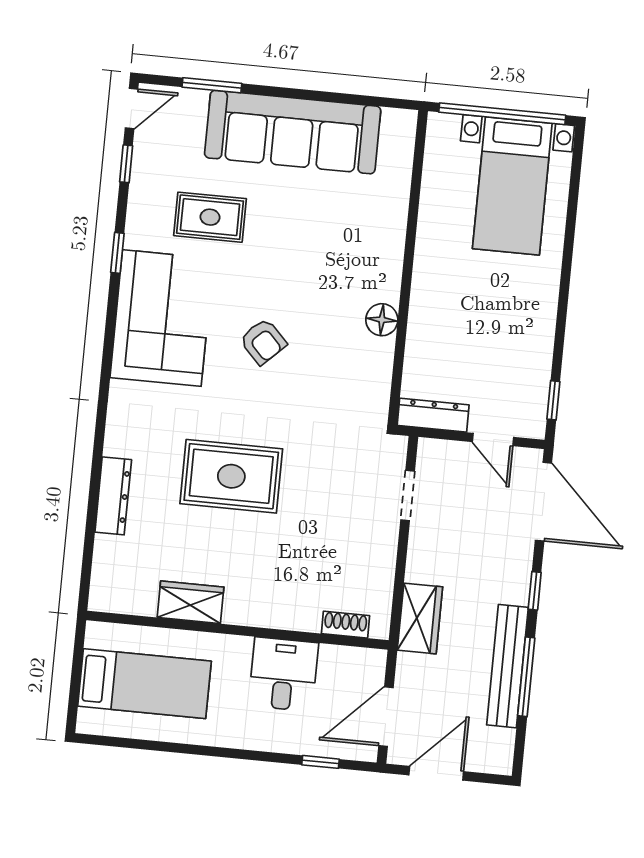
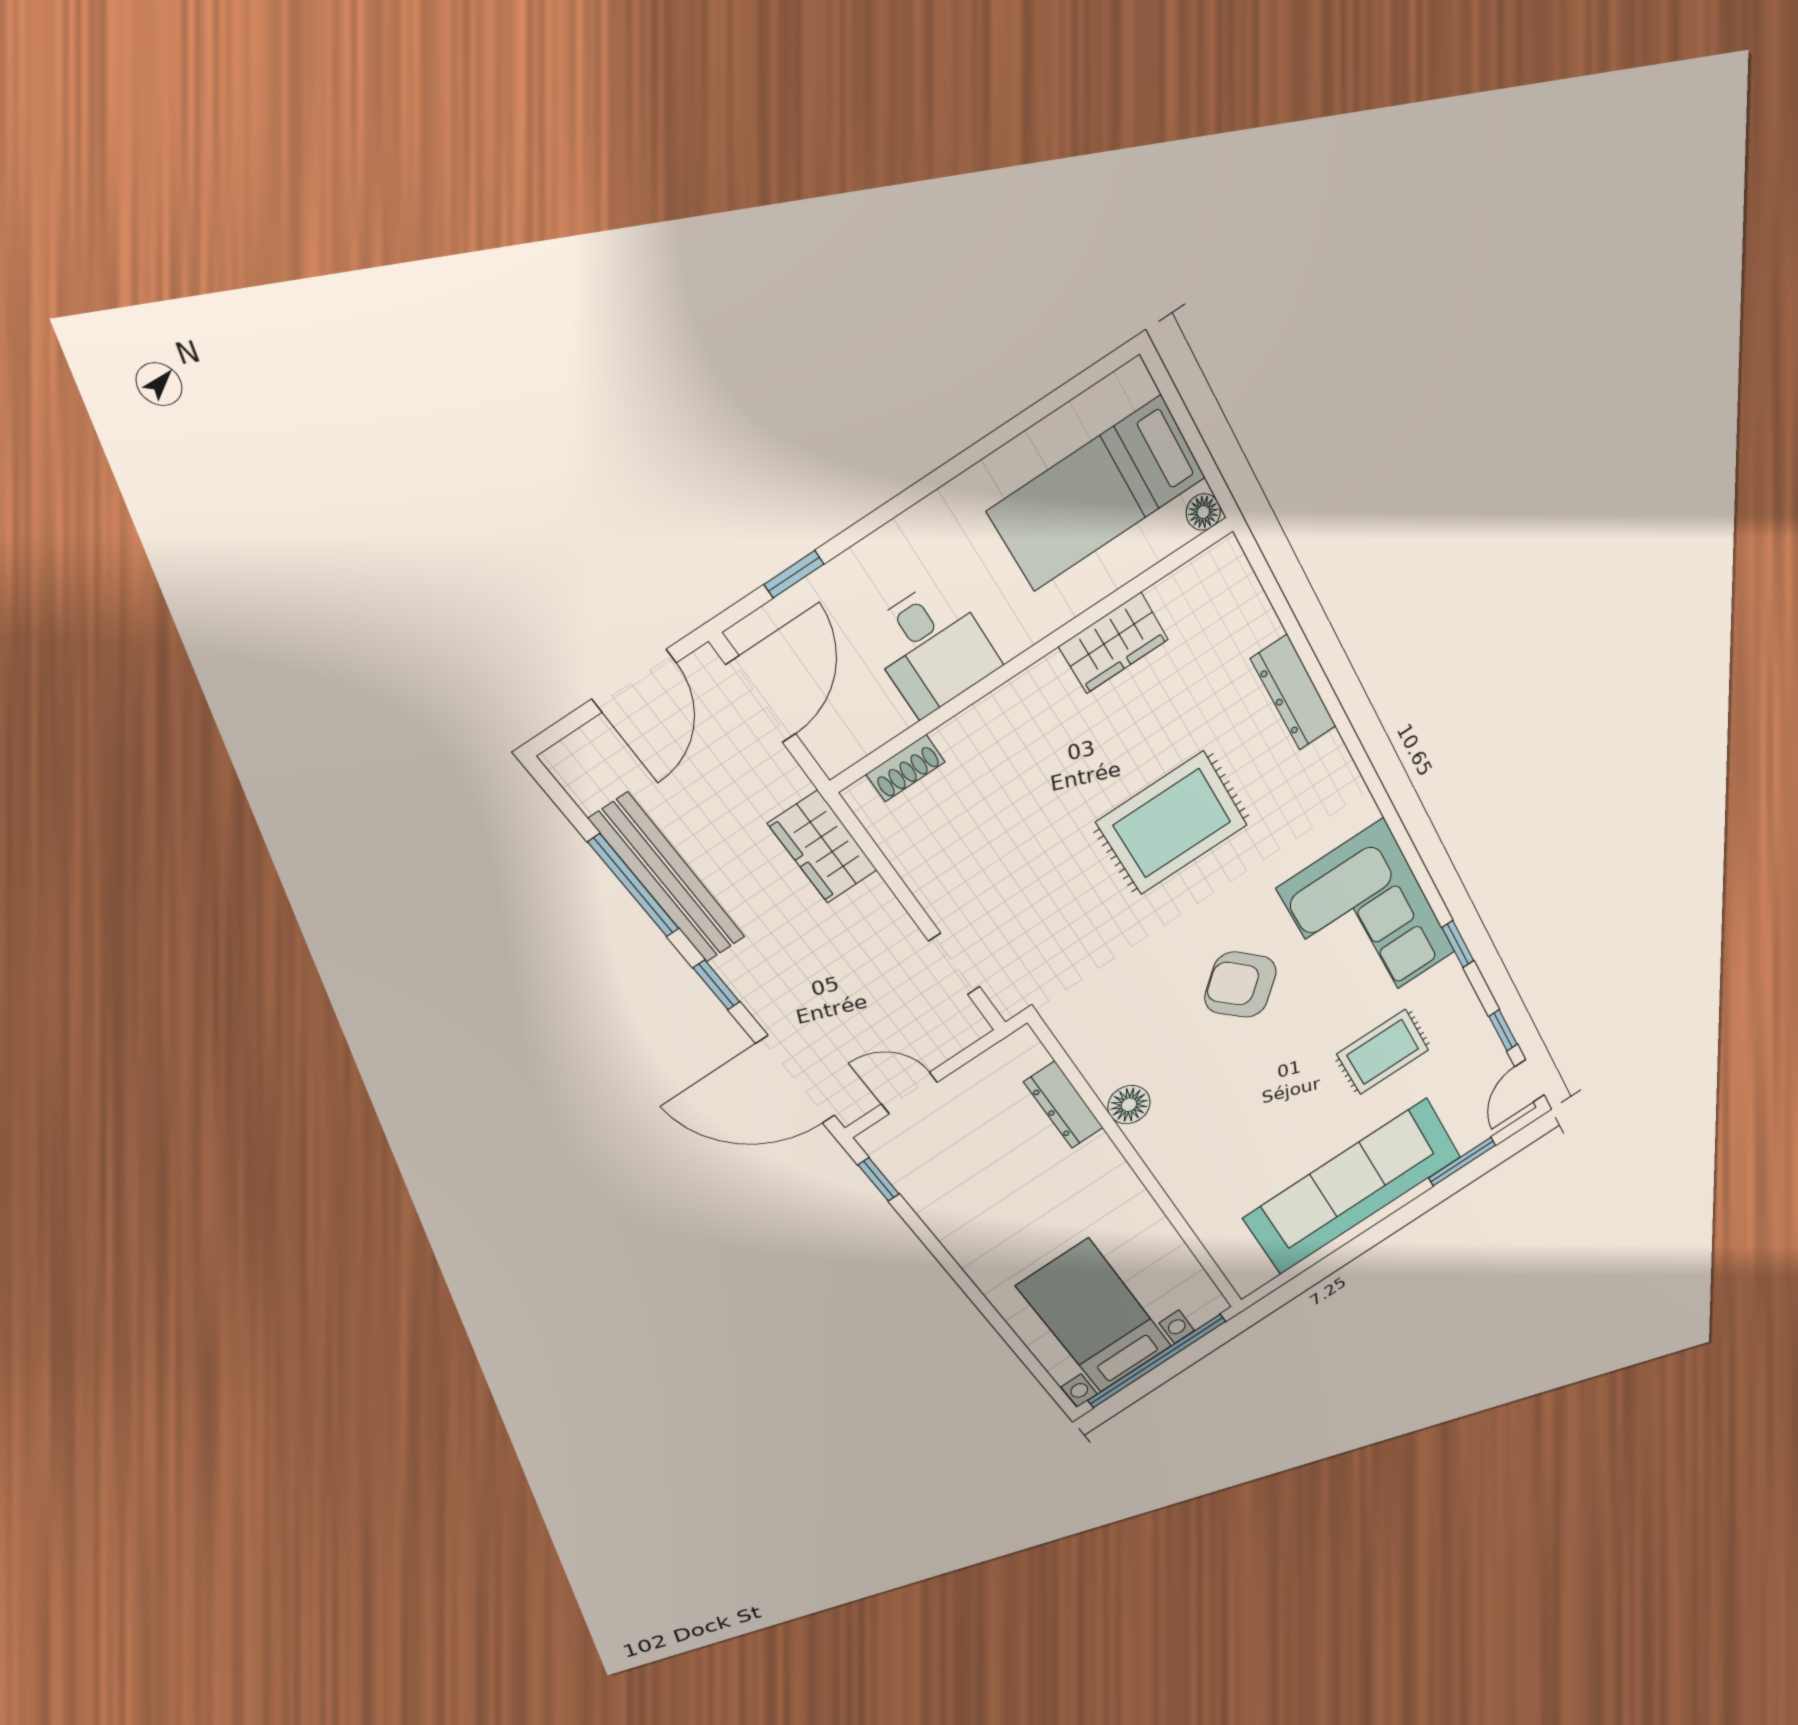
armchair: (263, 342) -> (1240, 985), width x1.38, depth x1.38
dresser: (433, 415) -> (1064, 1105), moved, turned 90
floor lamp: (96, 632) -> (1203, 512), added

